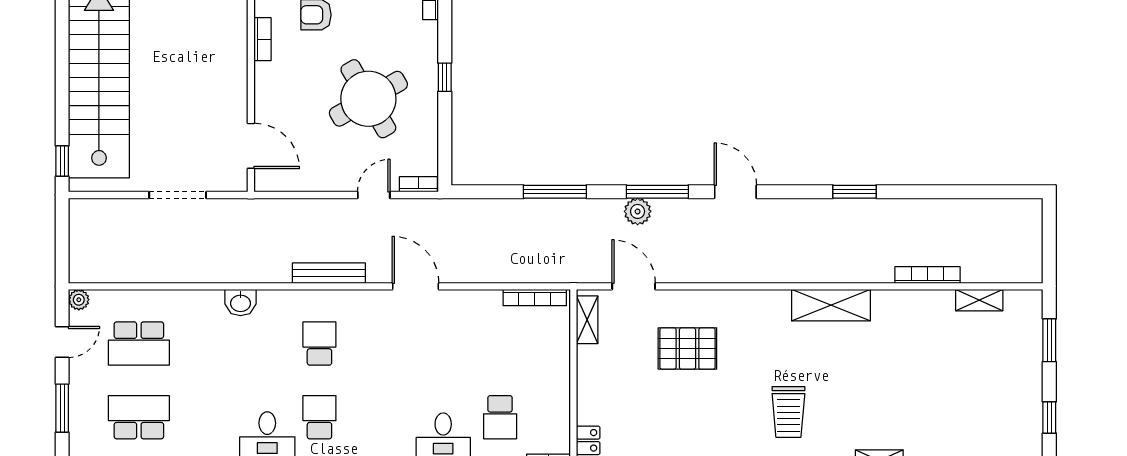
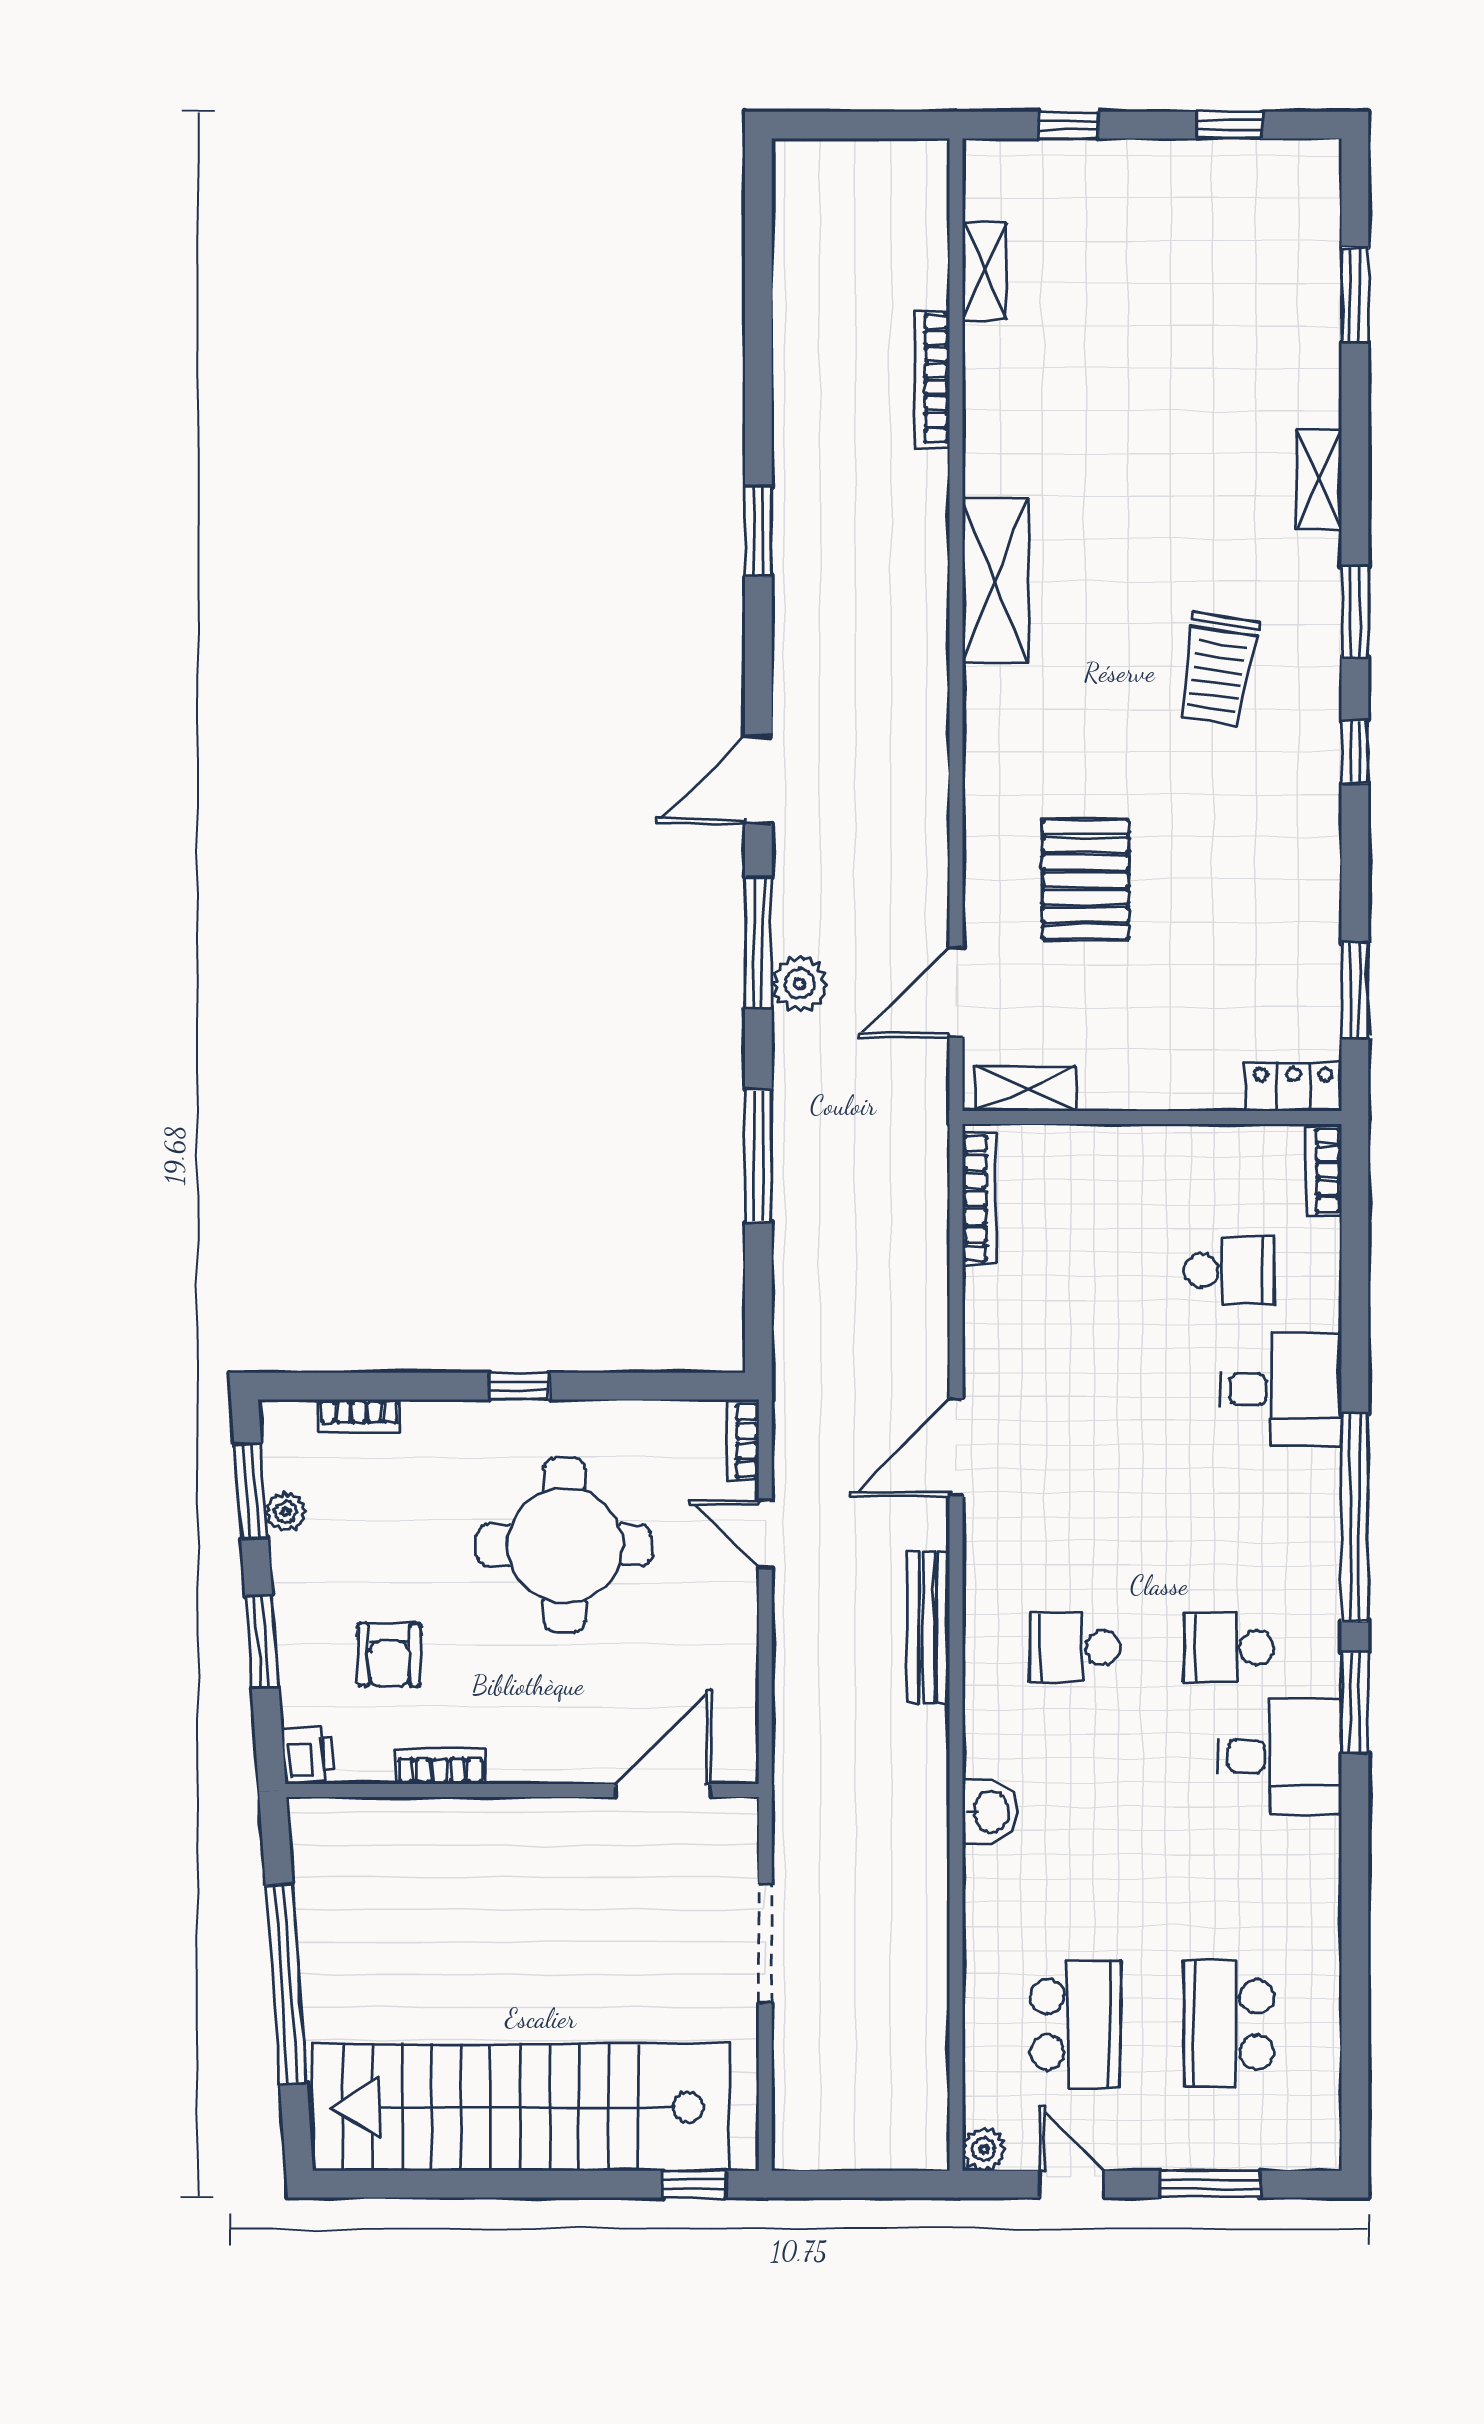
round table: (368, 99) -> (564, 1545), turned 30
window: (1049, 340) -> (1068, 125), width x0.67
trolley: (788, 412) -> (1218, 669), turned 99

